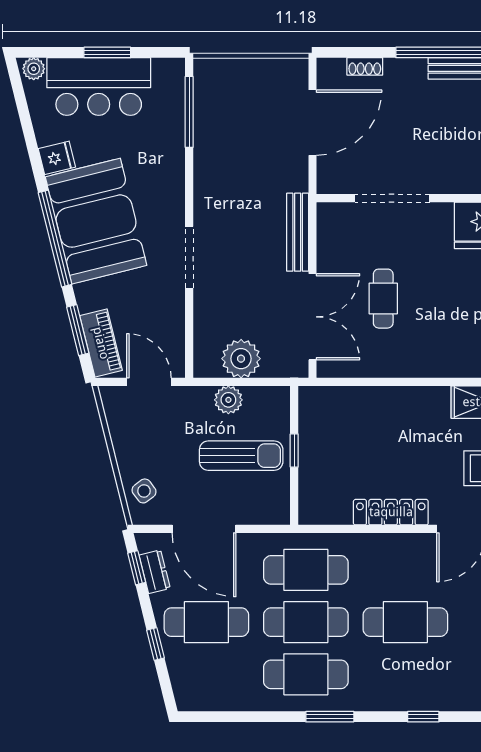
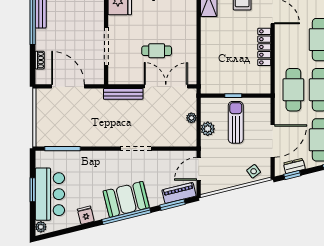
booth: (96, 221) -> (126, 199), width x0.73, depth x0.70
plant: (241, 359) -> (191, 118), width x0.53, depth x0.53

